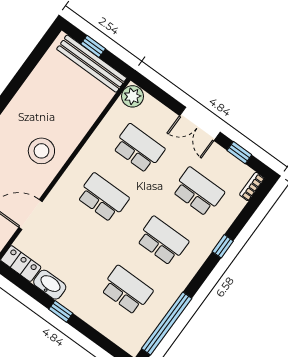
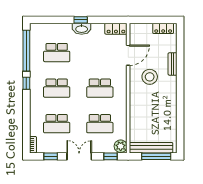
window: (93, 46) -> (156, 156), width x2.17
window: (156, 92) -> (111, 156), added
stool: (41, 151) -> (150, 77), moved
window: (223, 246) -> (26, 83), moved
washbasin: (50, 285) -> (82, 29), moved

